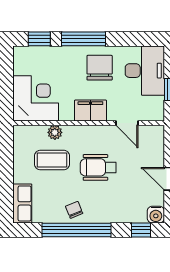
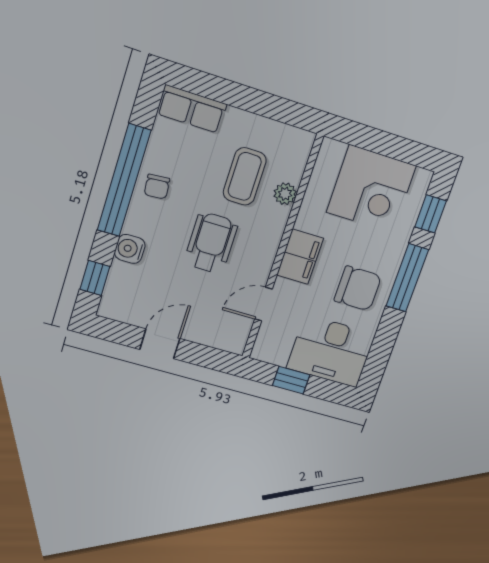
corner desk: (36, 98) -> (371, 189), moved
chair: (74, 210) -> (157, 187), turned 107
water cooler: (156, 215) -> (130, 249), moved

